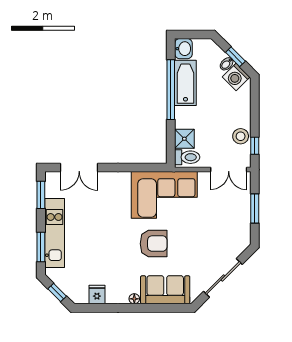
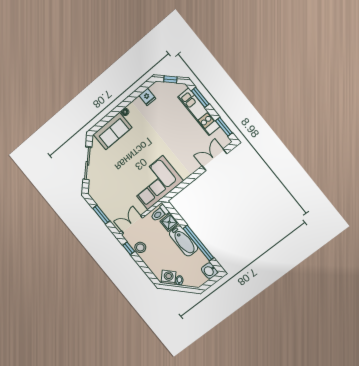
window: (235, 57) -> (178, 288), removed
bathtub: (185, 83) -> (184, 241), moved
armchair: (154, 244) -> (139, 151), removed

